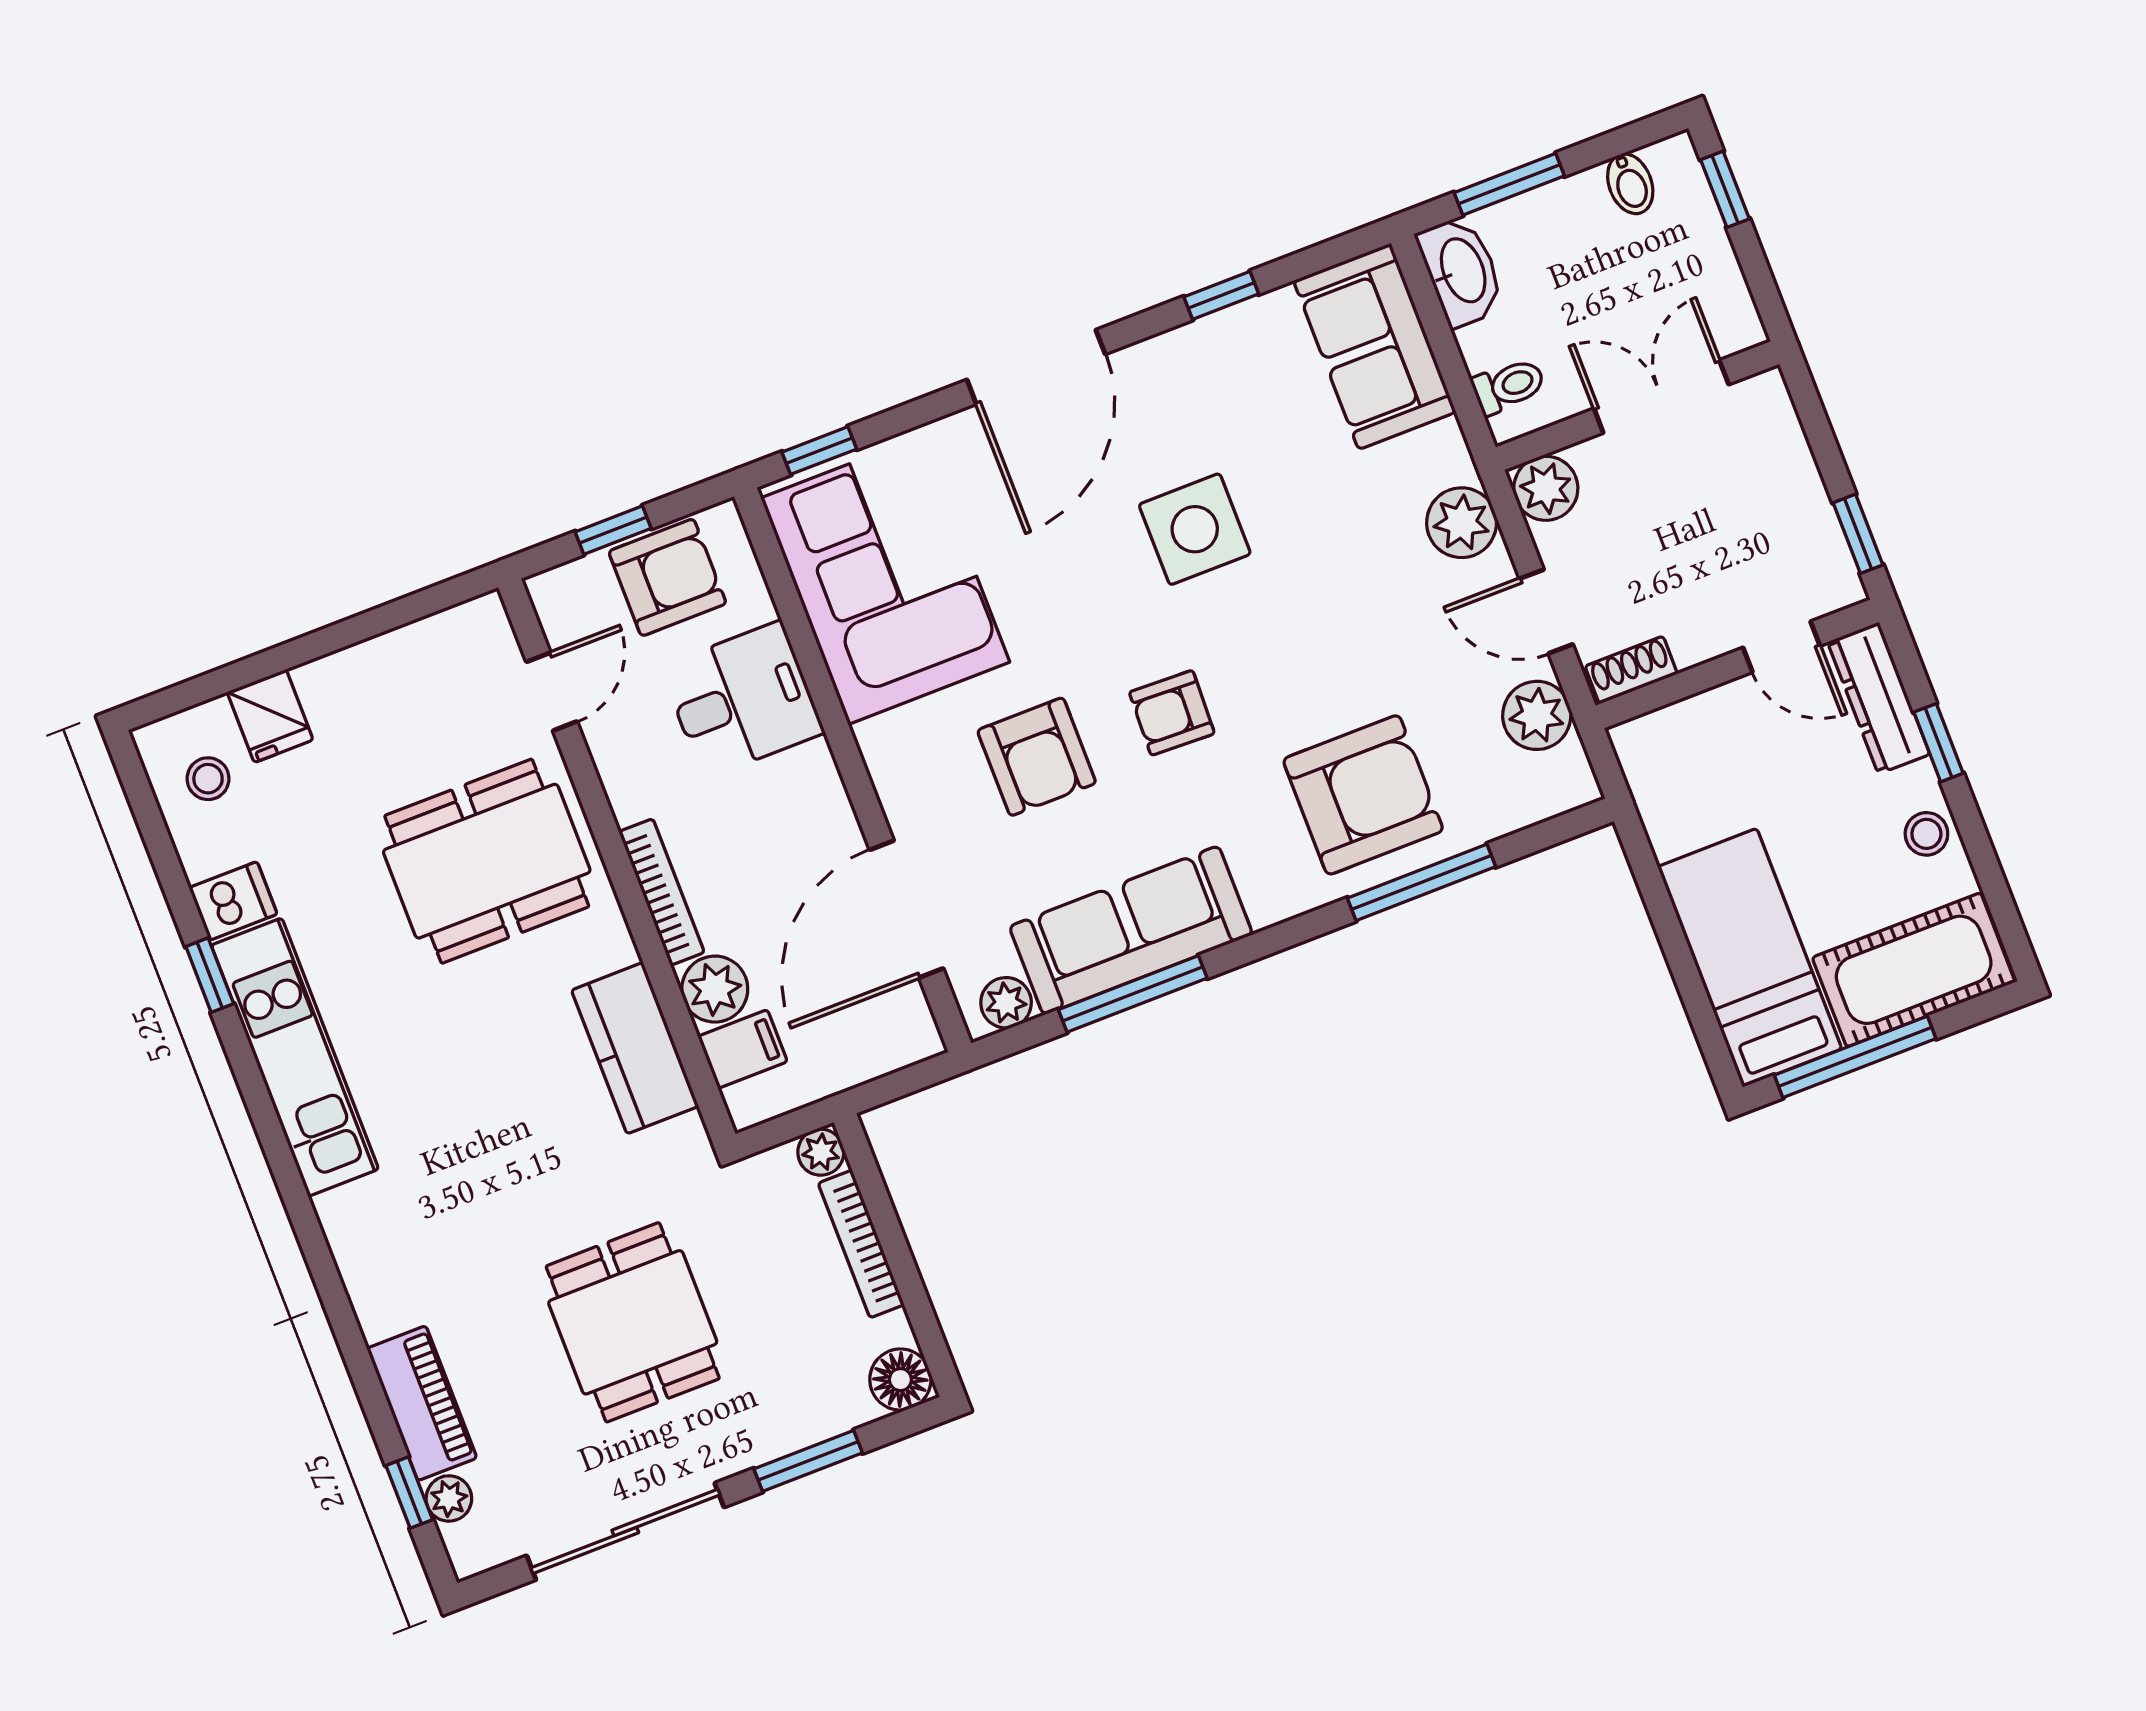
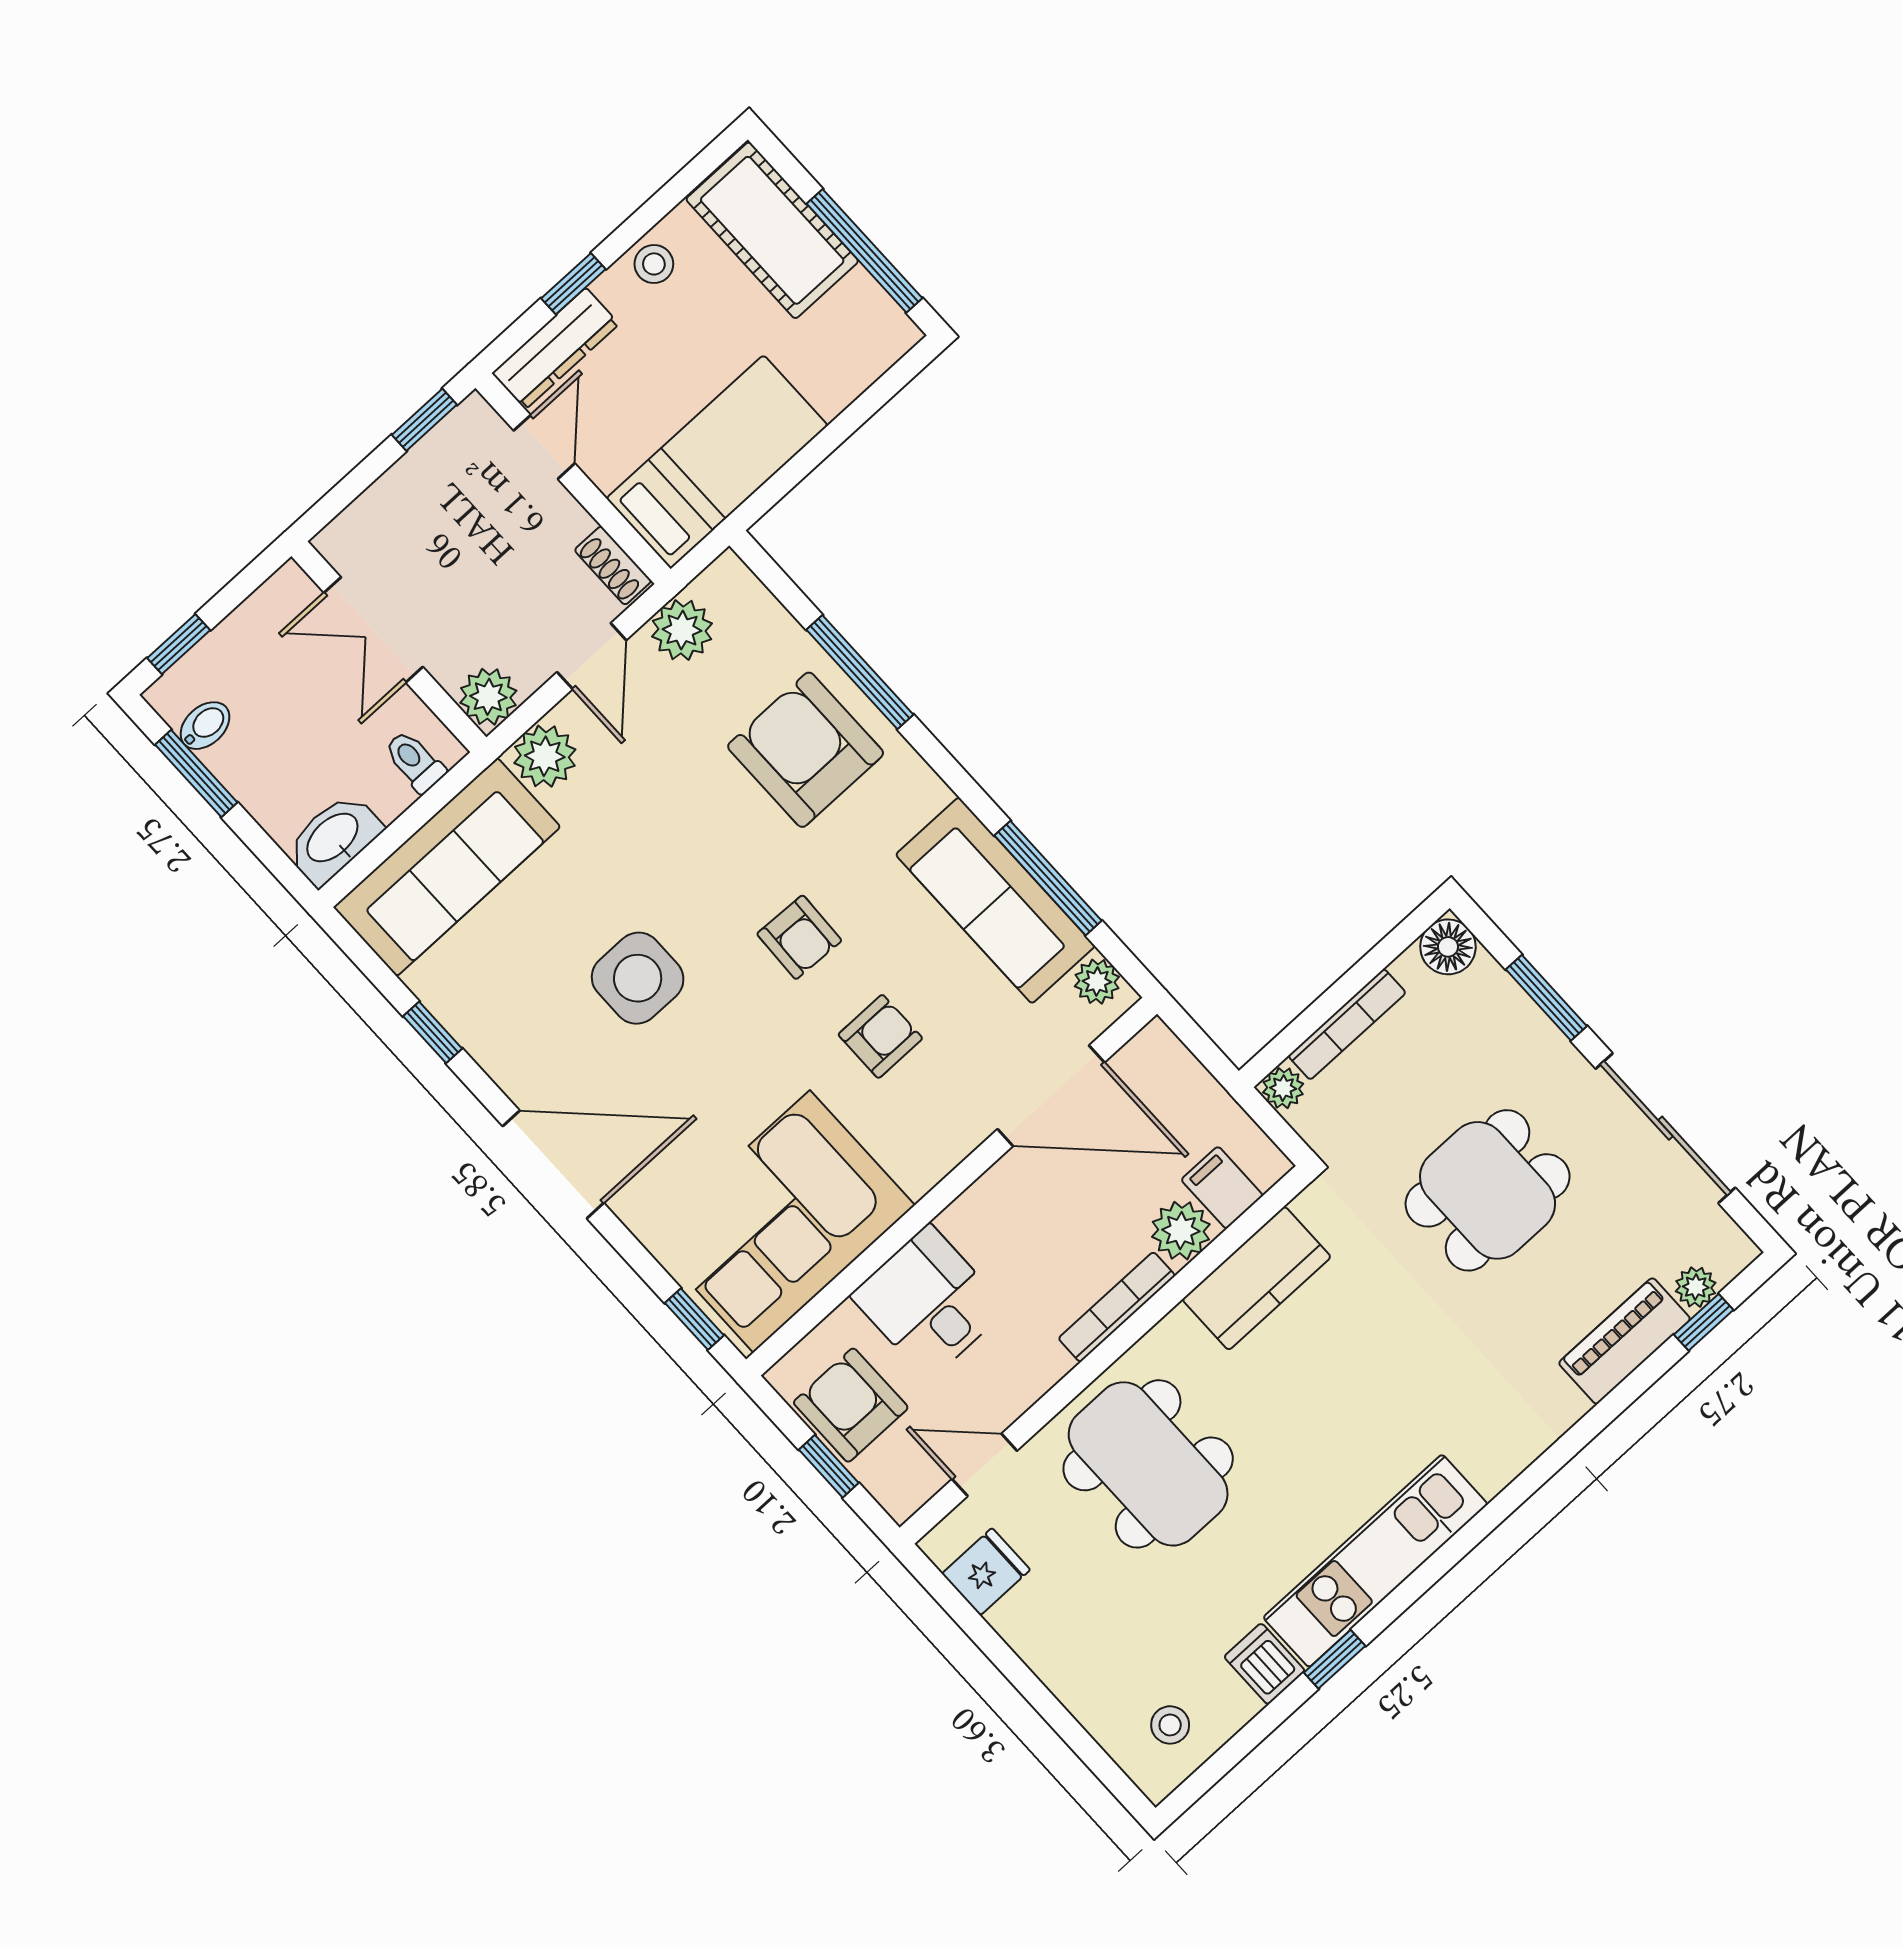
window: (1509, 184) -> (196, 773), moved
sofa: (1375, 346) -> (447, 867), width x1.36
fridge: (270, 716) -> (986, 1572), moved
armchair: (1037, 757) -> (880, 1036), width x0.72, depth x0.72
bed: (1750, 958) -> (717, 462), moved, turned 180

